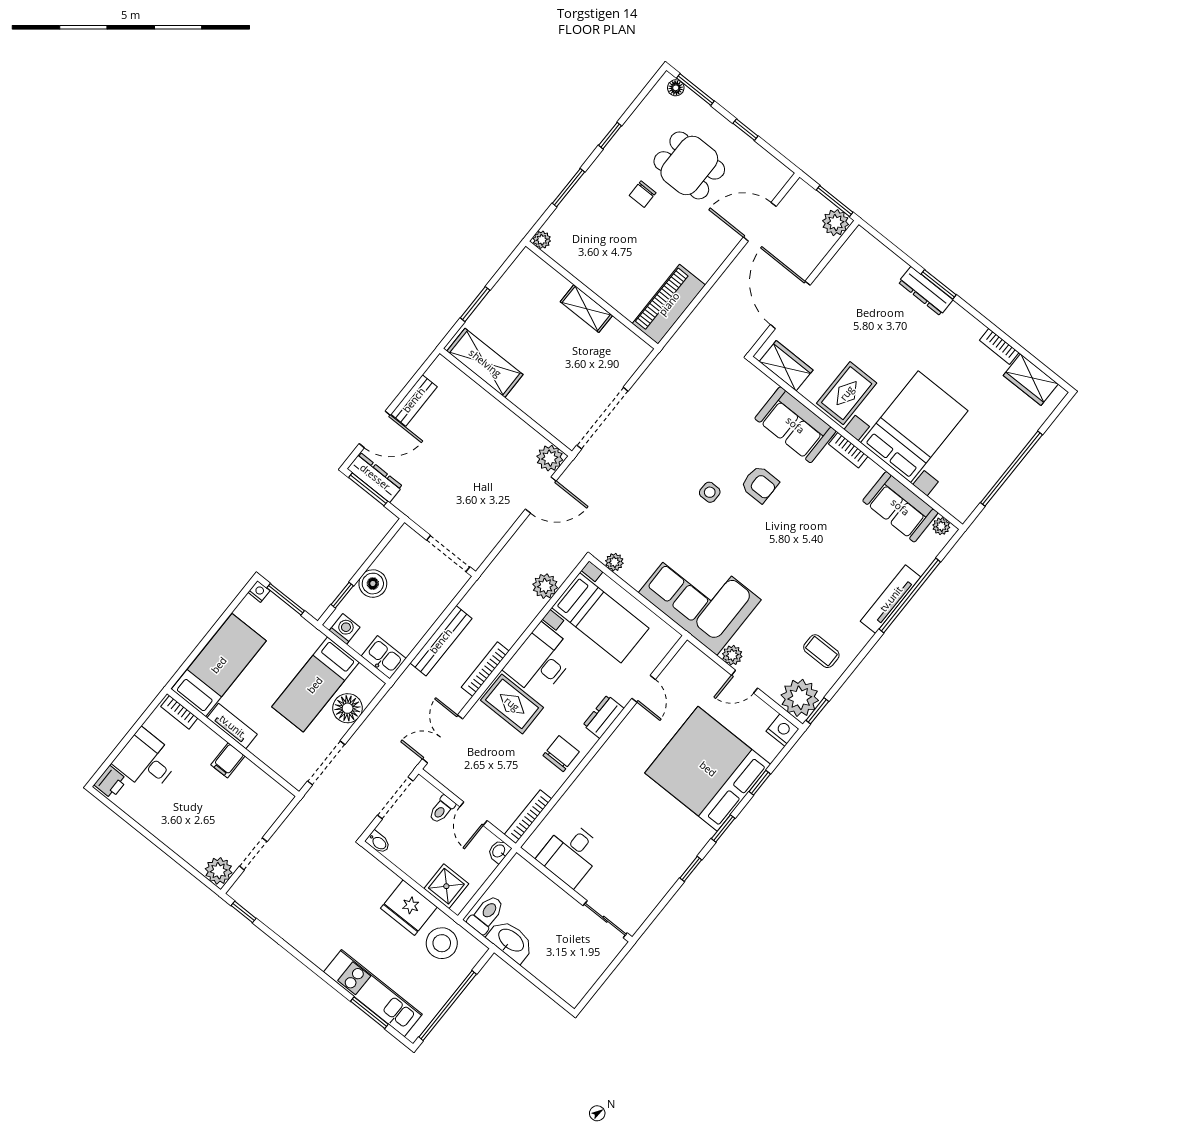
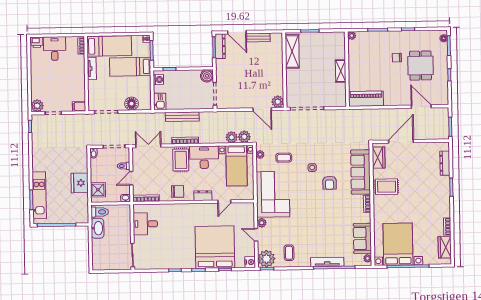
plant: (836, 223) -> (244, 137), moved
dresser: (926, 291) -> (445, 163), moved
sofa: (795, 425) -> (361, 172), width x1.36
bed with nightstands: (914, 427) -> (398, 244), moved, turned -90
coffee table: (653, 526) -> (284, 158), added
boiler: (373, 584) -> (207, 76), moved
bed: (315, 685) -> (130, 67), moved
filing cabinet: (228, 760) -> (79, 106), moved
stool: (442, 943) -> (77, 205), removed

